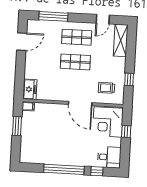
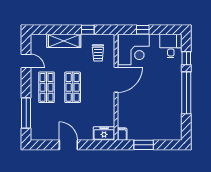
shelving: (121, 40) -> (64, 41), moved
door: (22, 42) -> (68, 145), moved

